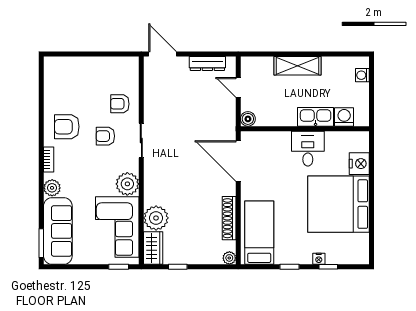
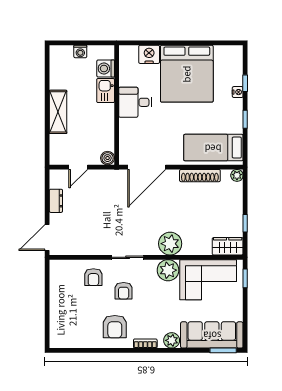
dresser: (207, 63) -> (56, 201), width x0.70
washing machine: (362, 75) -> (80, 52), moved
kitchen sink: (316, 117) -> (106, 91), width x0.73
plant: (156, 218) -> (170, 244), moved

